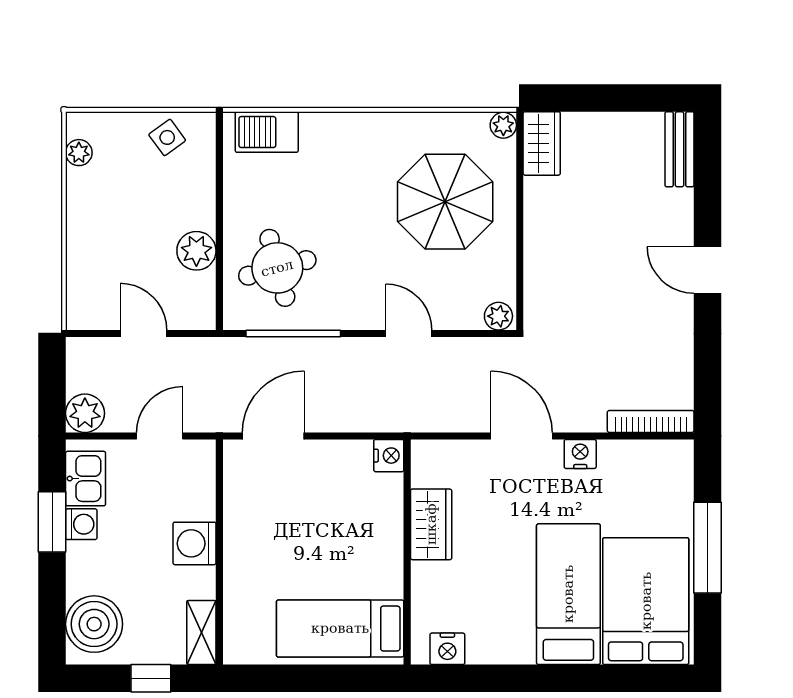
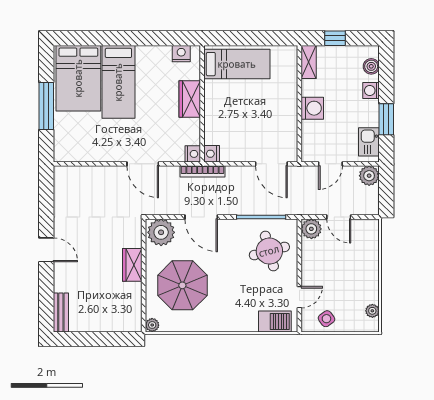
wardrobe: (542, 143) -> (132, 265), moved
door: (219, 179) -> (299, 297), added
plant: (196, 251) -> (311, 229), moved
plant: (498, 316) -> (161, 232), width x1.87, depth x1.87
door: (409, 334) -> (201, 217), width x1.38
bookcase: (651, 421) -> (202, 171), moved
door: (273, 436) -> (271, 164), hinge flipped
nightstand: (580, 454) -> (193, 154), moved, turned -90
washing machine: (81, 524) -> (371, 91), moved
wardrobe: (431, 524) -> (190, 99), moved
boiler: (94, 624) -> (371, 66), width x0.54, depth x0.54

